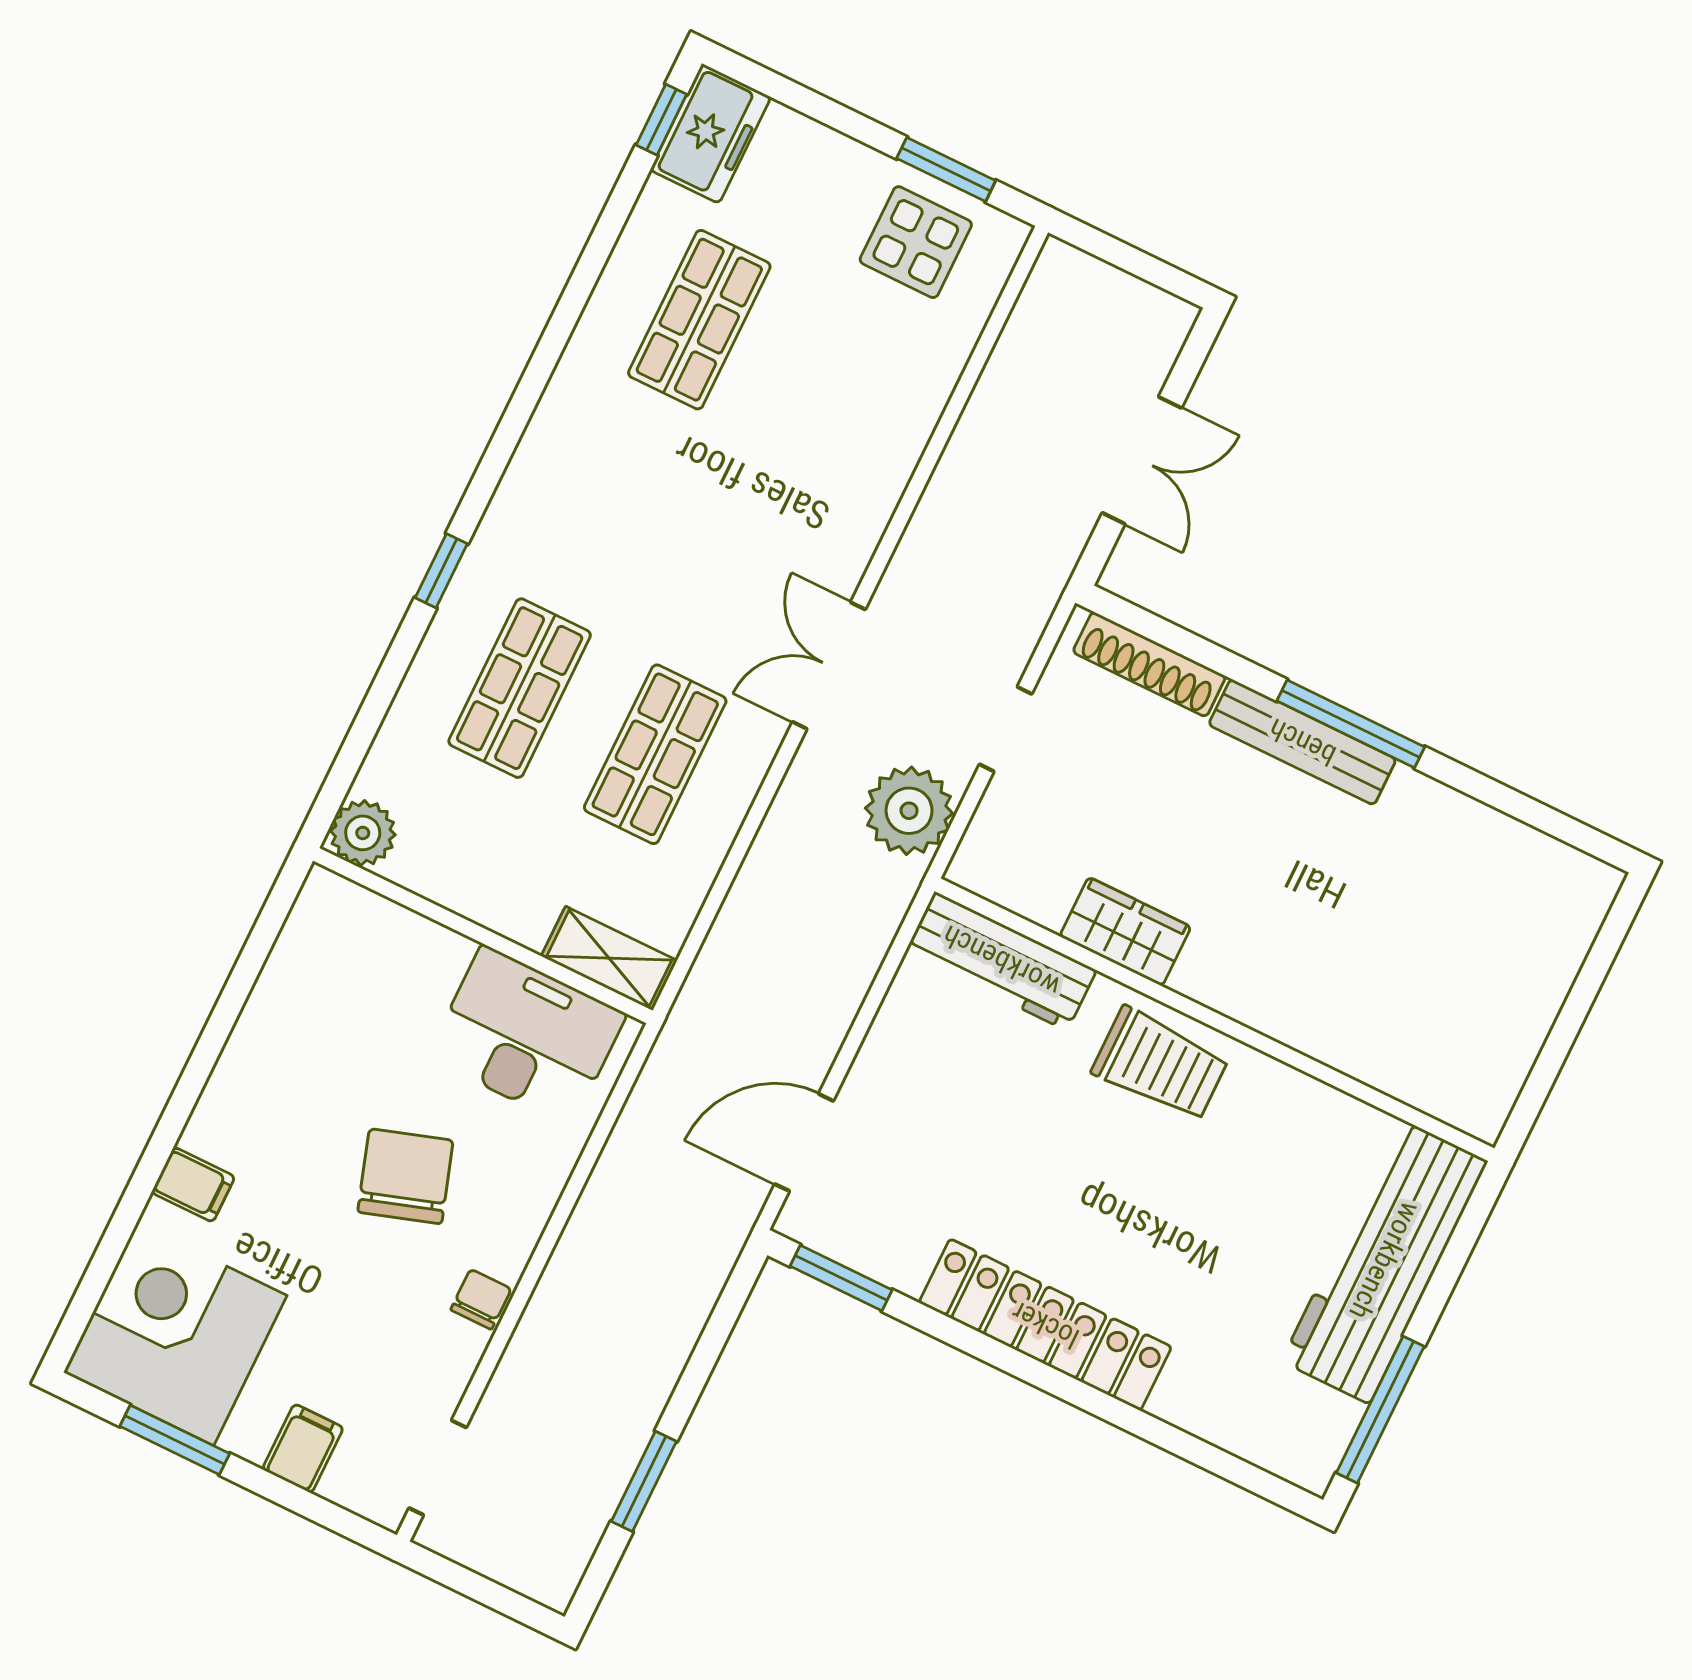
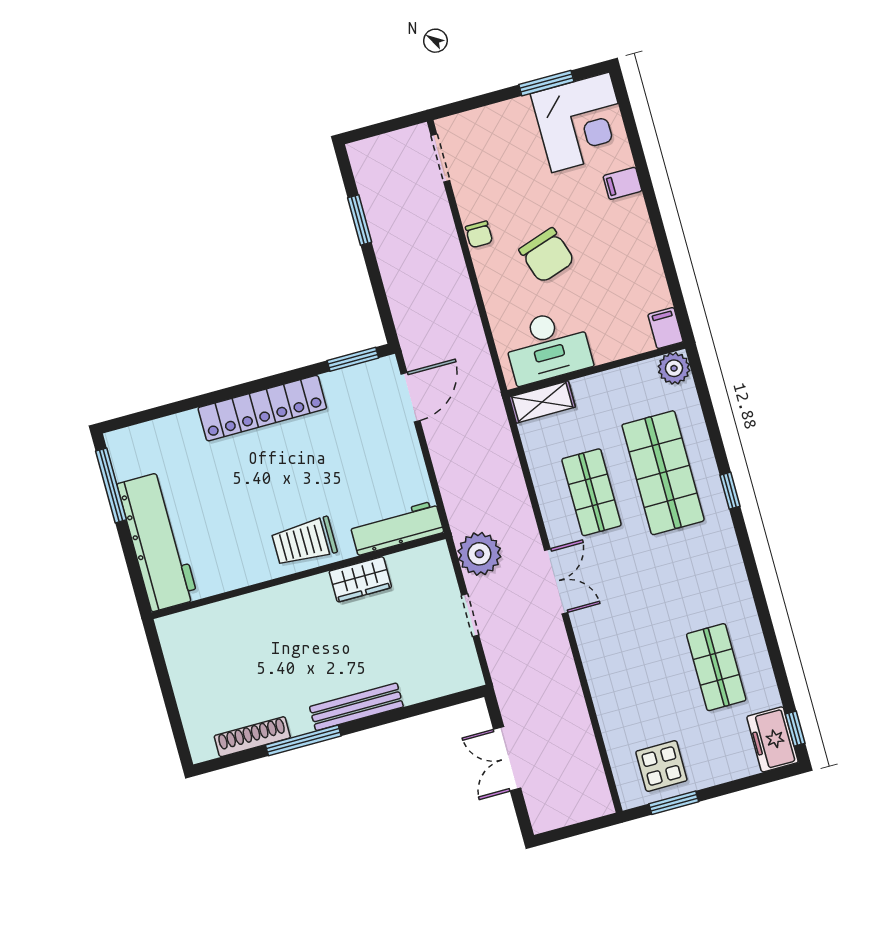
shoe rack: (1149, 664) -> (252, 737), moved
shop shelf: (520, 688) -> (663, 473), width x1.43, depth x1.36
window: (1351, 724) -> (303, 740), moved
filing cabinet: (303, 1448) -> (666, 328), moved, turned 180

